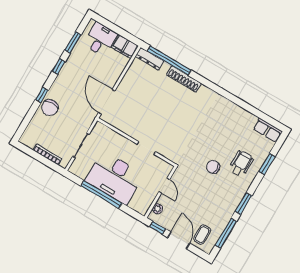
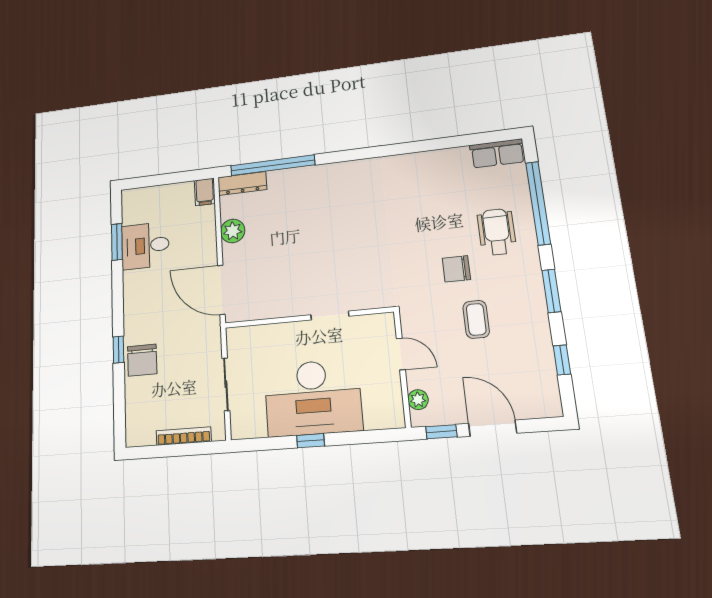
desk: (100, 39) -> (145, 246), moved, turned -90
filing cabinet: (125, 47) -> (205, 192), width x0.50
window: (59, 67) -> (118, 290), removed
plant: (130, 78) -> (233, 231), added
shoe rack: (184, 79) -> (313, 174), removed
window: (267, 164) -> (538, 203), width x2.11
window: (101, 194) -> (311, 441), width x0.32
window: (226, 233) -> (562, 360), width x0.46
coffee table: (202, 235) -> (476, 319), moved

